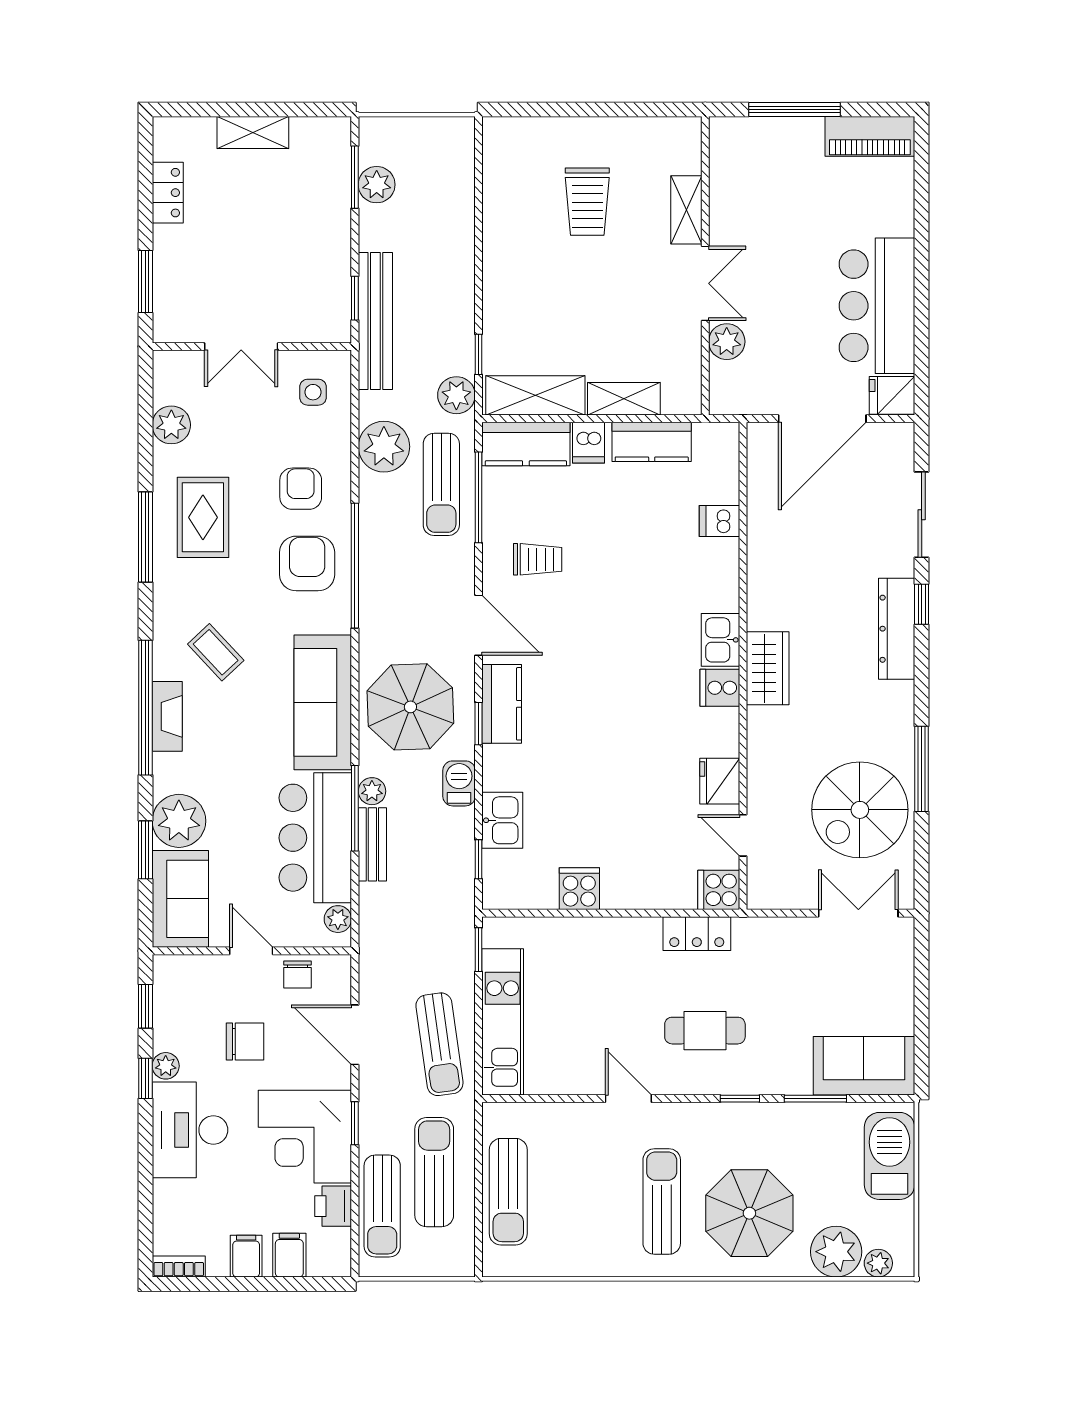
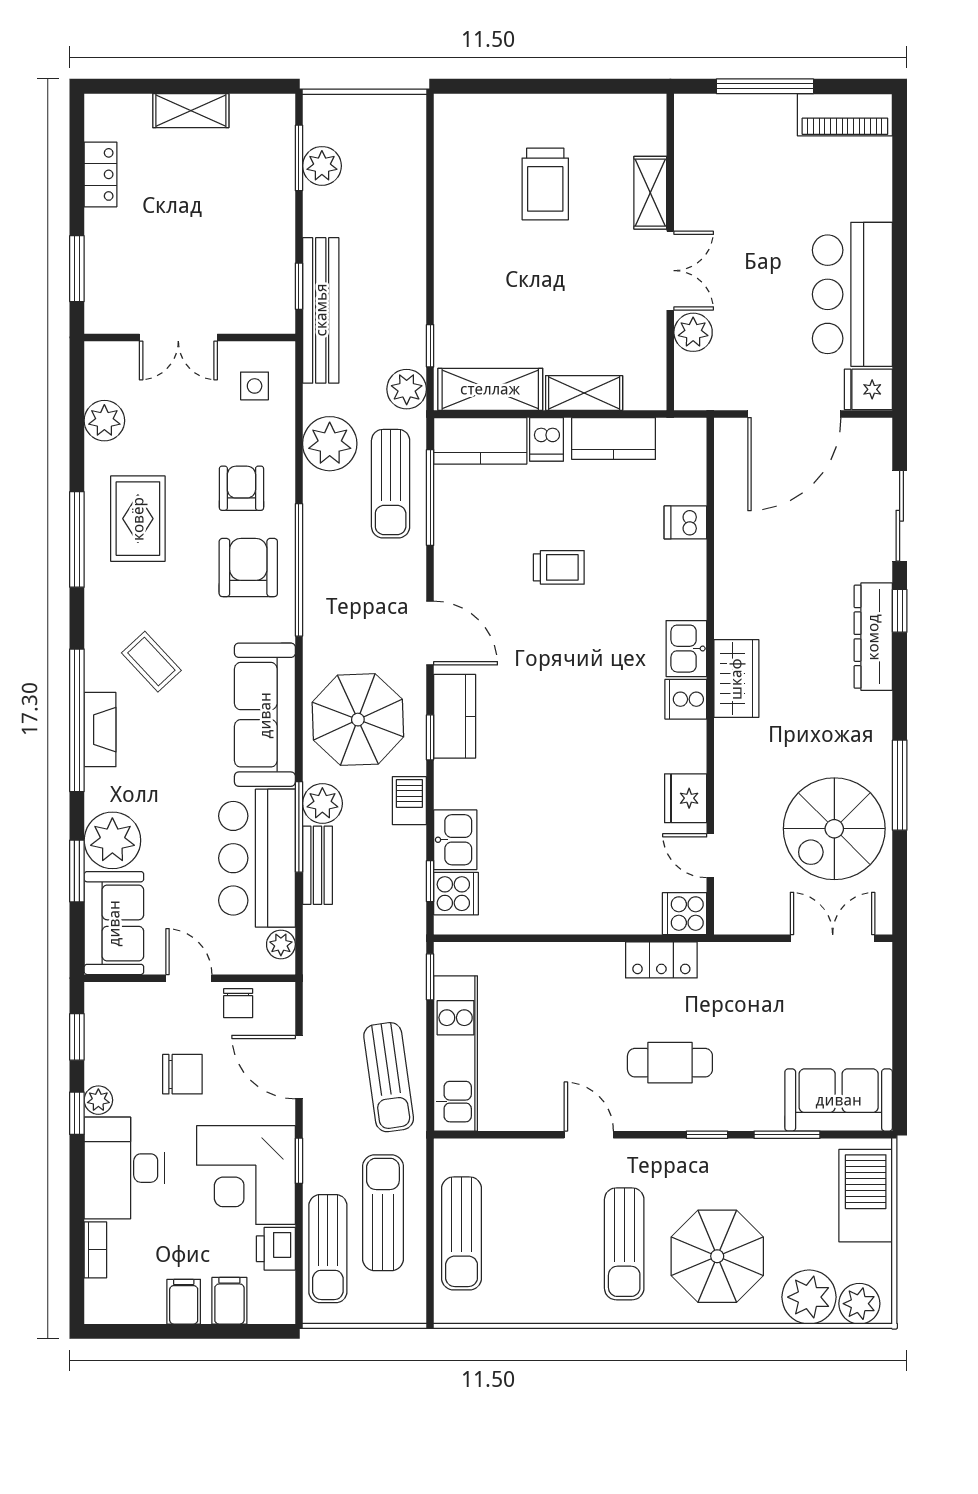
trolley: (538, 559) -> (559, 567), moved
plant: (372, 791) -> (322, 803), width x1.38, depth x1.38
cooker: (579, 889) -> (456, 894), moved, turned 90
sun lounger: (662, 1201) -> (624, 1244), turned 180
plant: (878, 1263) -> (859, 1304), width x1.38, depth x1.38
bookcase: (179, 1267) -> (95, 1250), moved, turned 90

